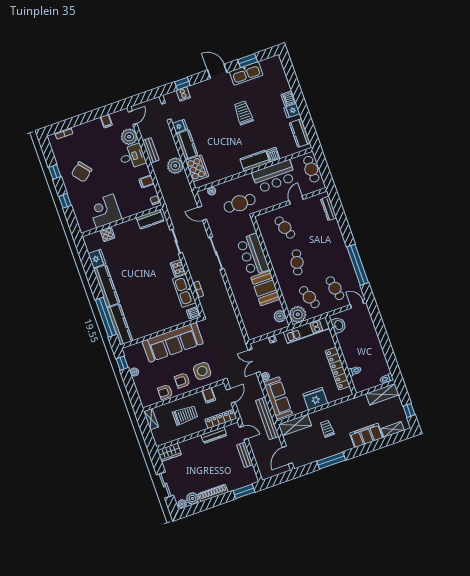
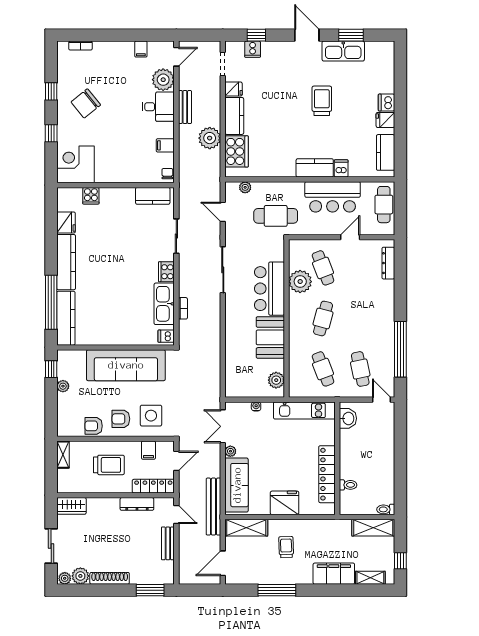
corner desk: (105, 211) -> (75, 164), moved
plant: (298, 314) -> (300, 282), moved

